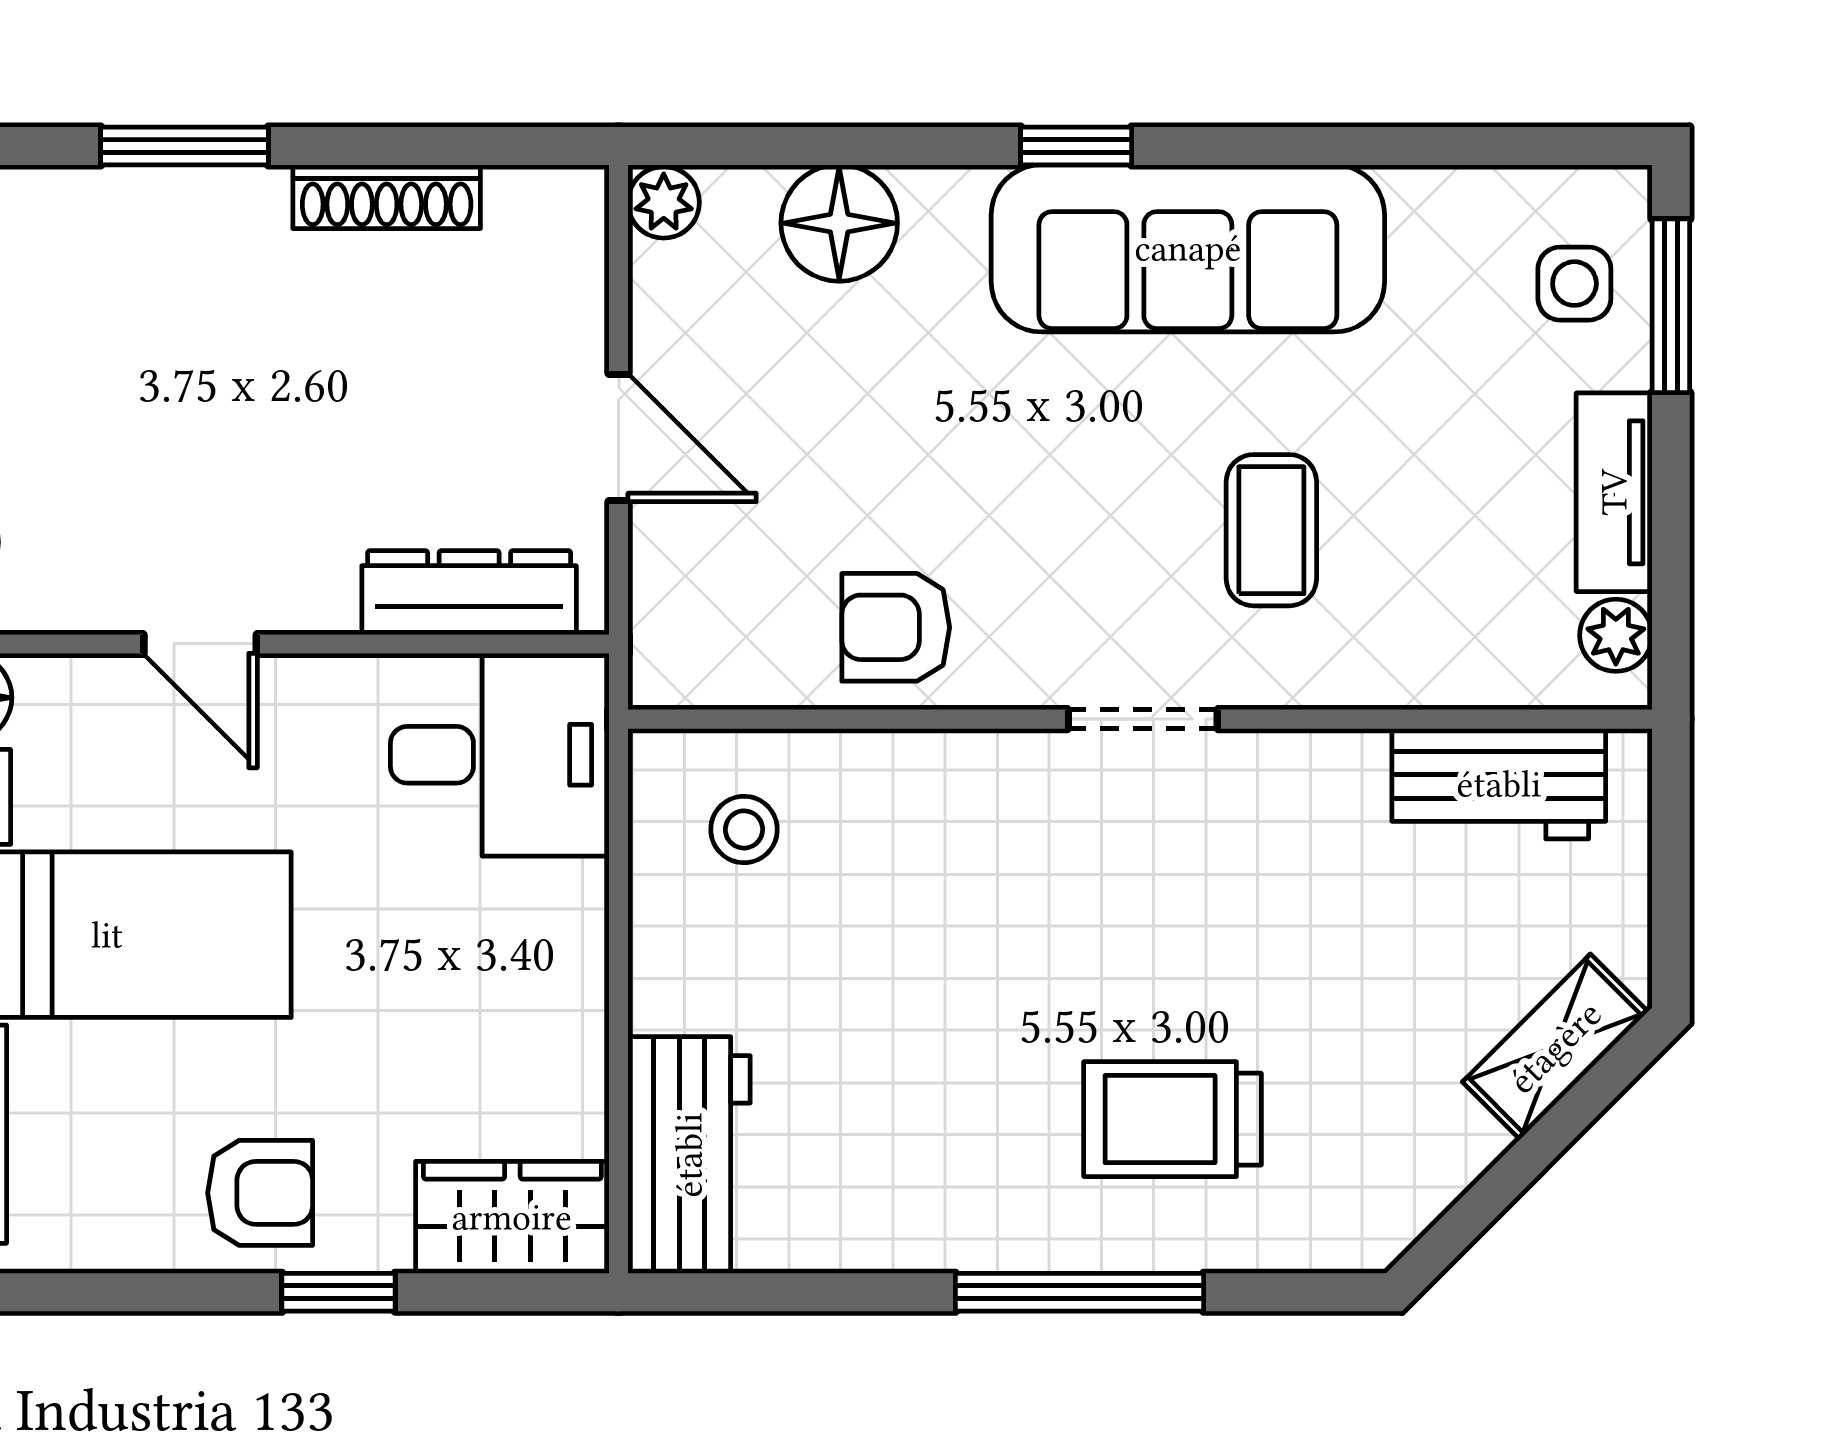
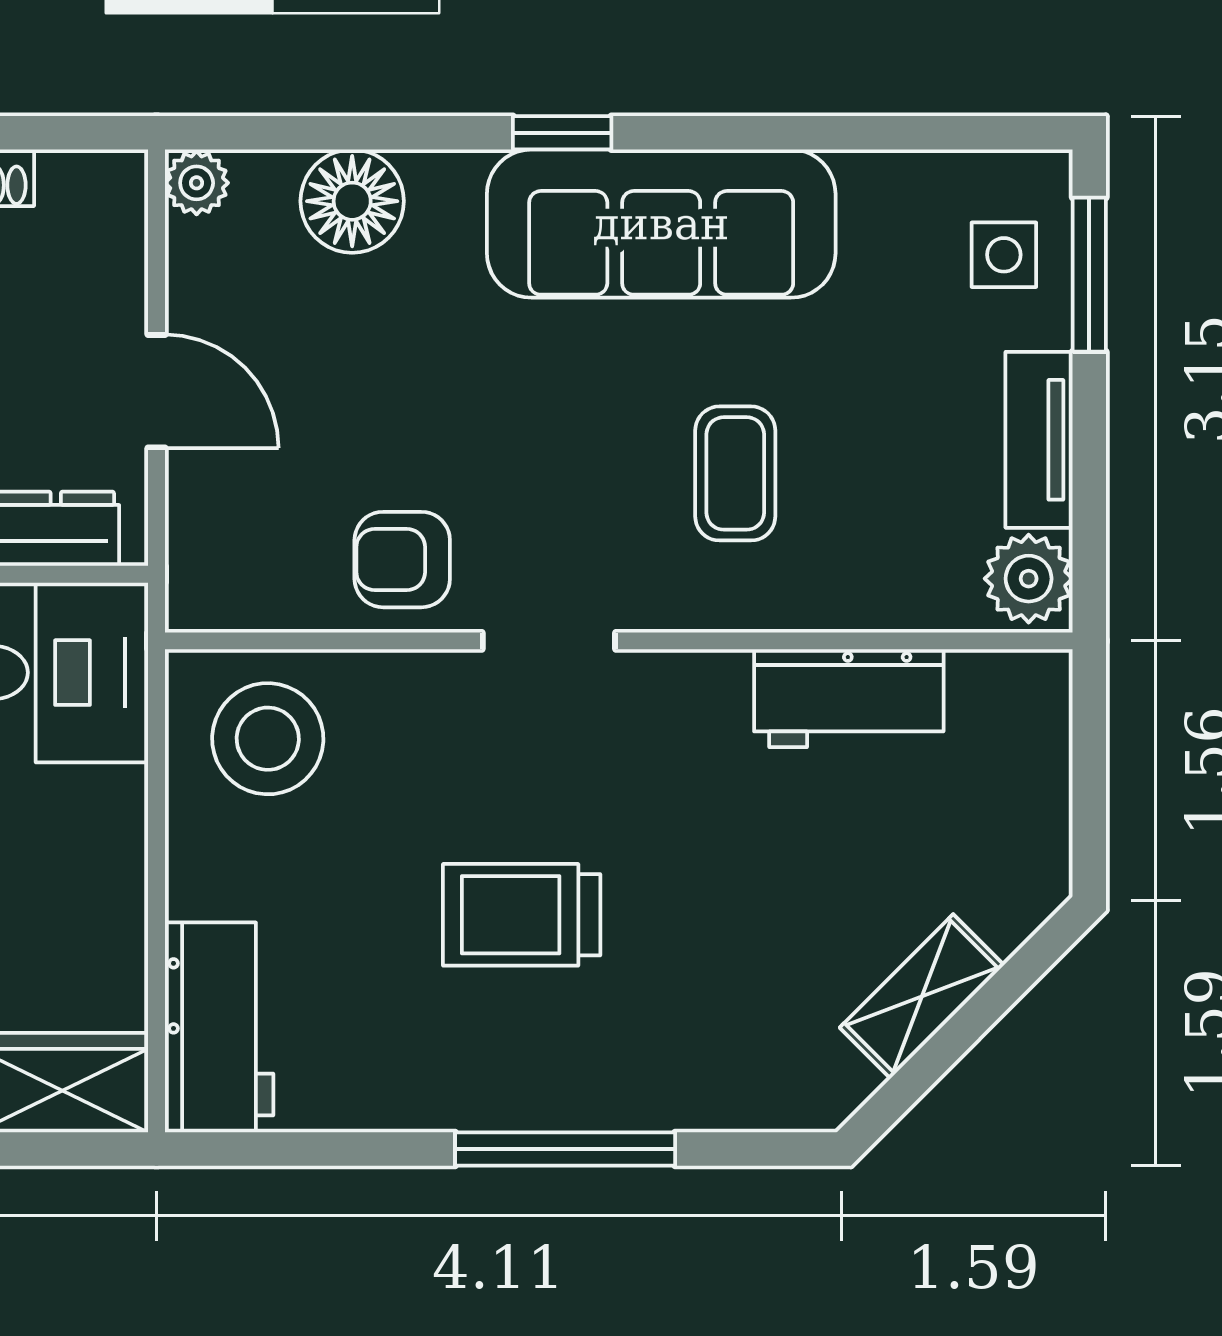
plant: (1616, 635) -> (1029, 579), width x1.38, depth x1.38
doorway: (1143, 719) -> (549, 641), moved
workbench: (1499, 784) -> (849, 698), moved
stool: (744, 829) -> (268, 739), width x1.89, depth x1.89
shelving: (1555, 1047) -> (922, 996), moved
trolley: (1173, 1119) -> (522, 915), moved

